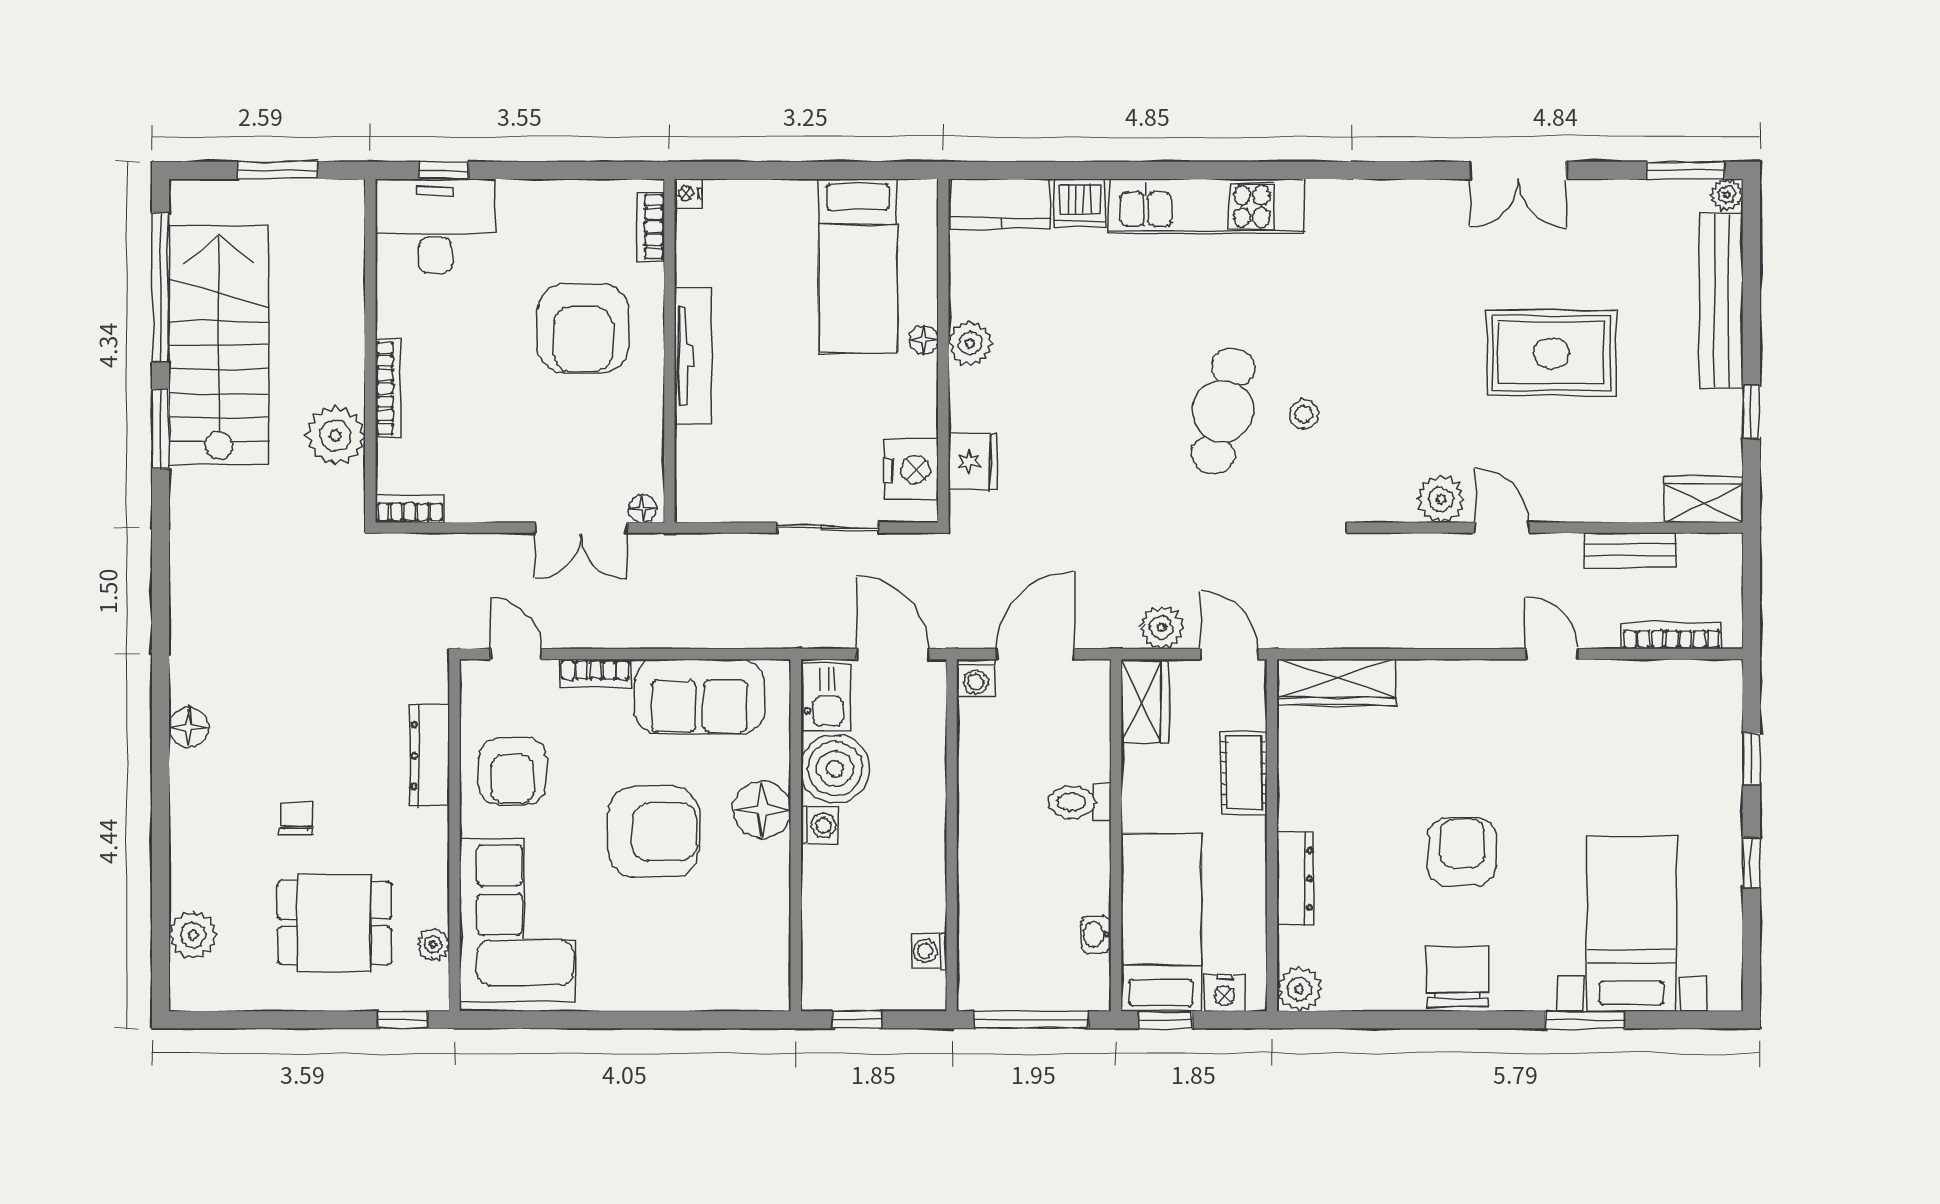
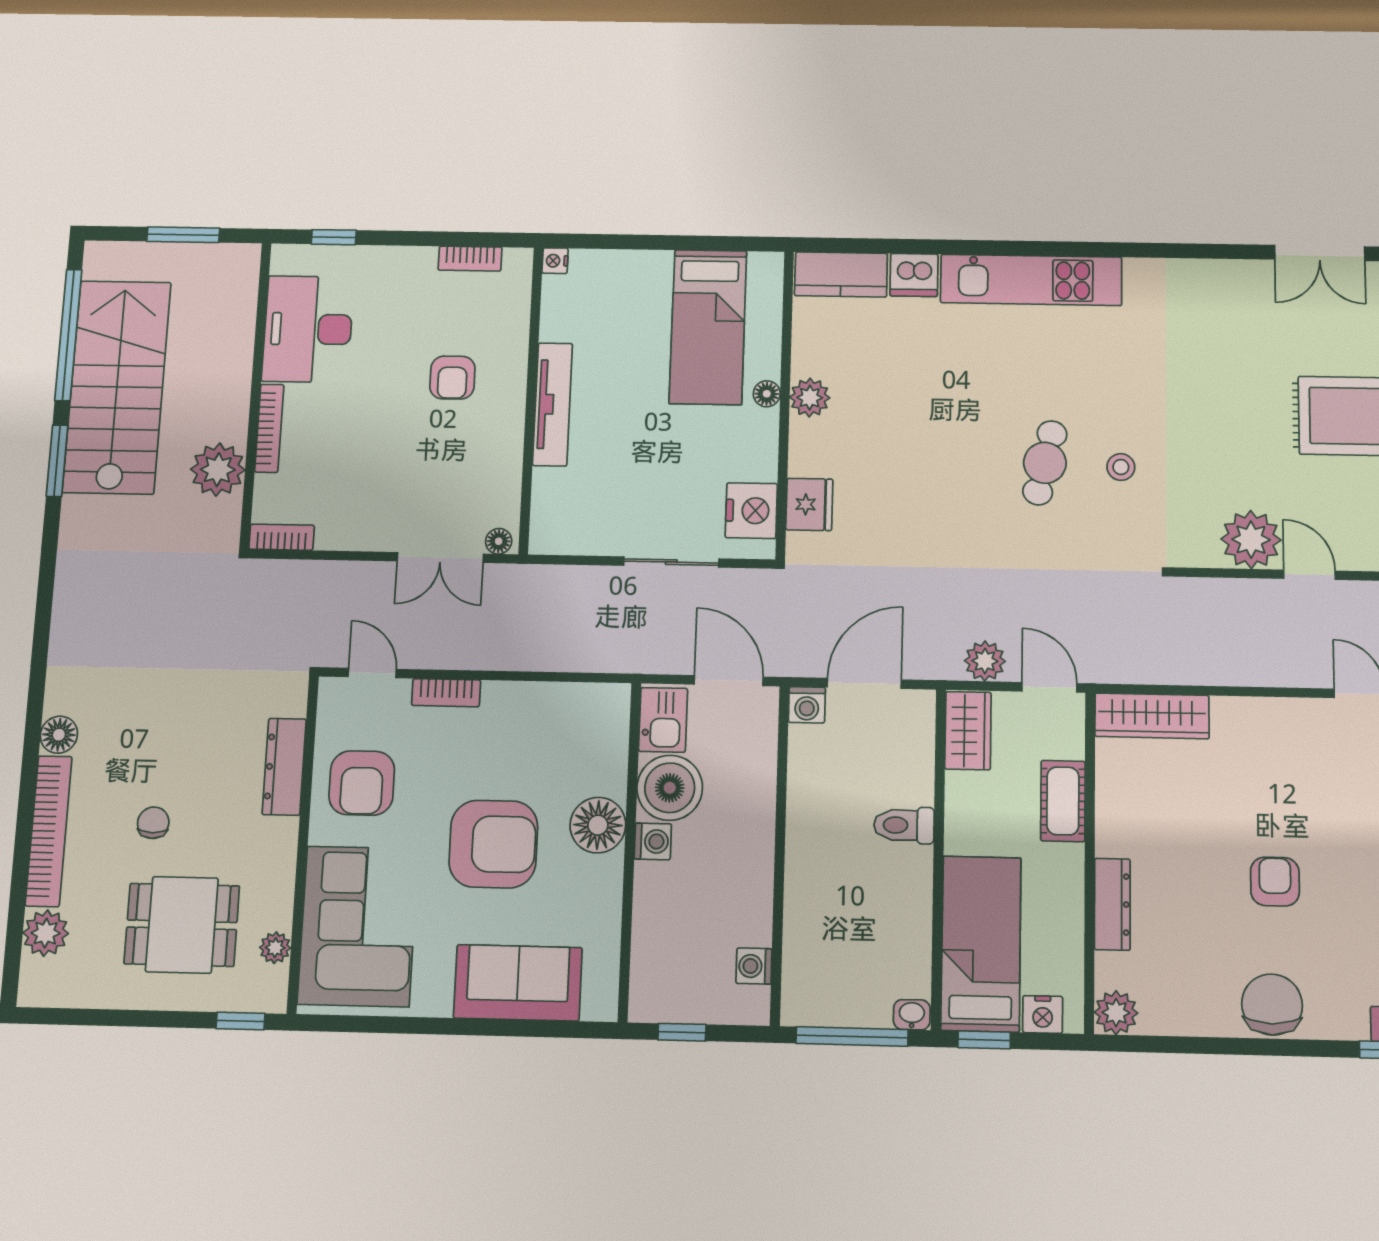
desk: (435, 226) -> (308, 329), moved, turned -90
bookcase: (651, 227) -> (470, 259), moved, turned -90
armchair: (583, 328) -> (452, 378), width x0.53, depth x0.53
cafe table: (1223, 411) -> (1045, 463), width x0.73, depth x0.74
plant: (1441, 499) -> (1251, 540), width x1.36, depth x1.36
sofa: (699, 697) -> (518, 983), moved, turned 180
bookcase: (187, 829) -> (49, 831), added
armchair: (1462, 852) -> (1275, 882), width x0.72, depth x0.72
washbasin: (1096, 934) -> (912, 1015), moved, turned 90

